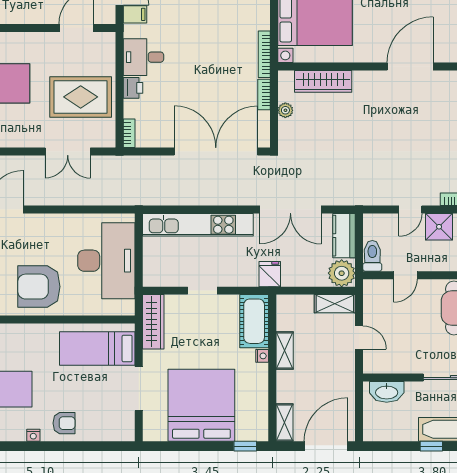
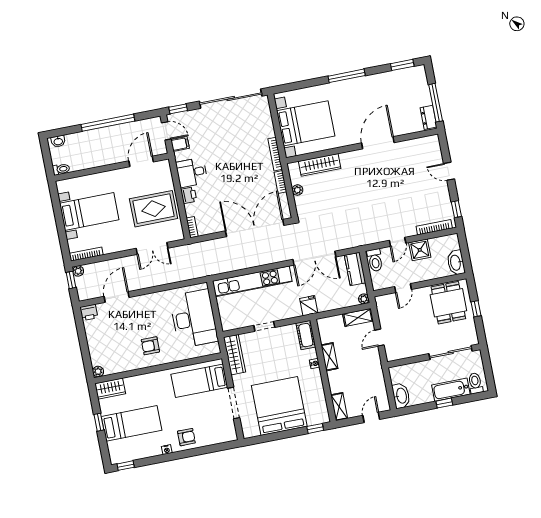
toilet: (372, 256) -> (375, 260), moved, turned 180
plant: (342, 273) -> (364, 299), width x0.53, depth x0.53
armchair: (39, 287) -> (150, 346), width x0.53, depth x0.53
cot: (254, 321) -> (306, 335), width x0.73, depth x0.75
door: (359, 338) -> (379, 338), swing flipped
washbasin: (387, 392) -> (401, 396), moved, turned -90
door: (326, 446) -> (371, 417), width x0.53

